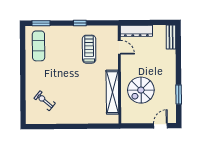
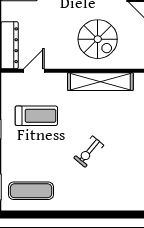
treadmill: (89, 49) -> (36, 116), turned 180
exercise bike: (45, 101) -> (89, 152), moved

